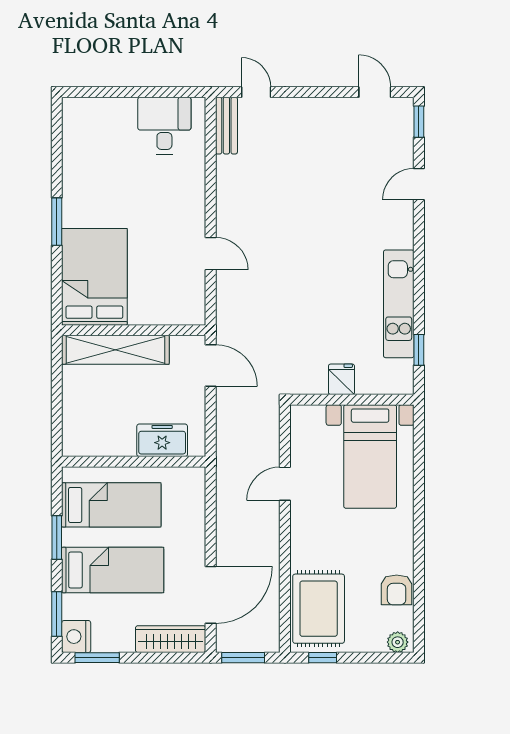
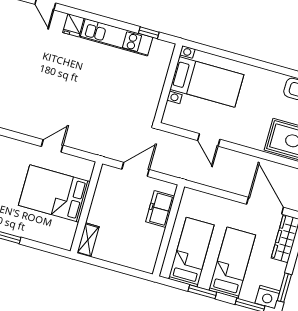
bed: (94, 277) -> (54, 193), moved
shelving: (115, 350) -> (88, 240), width x0.45, depth x0.75
door: (211, 365) -> (135, 169), moved
fridge: (341, 379) -> (73, 25), moved, turned -90

